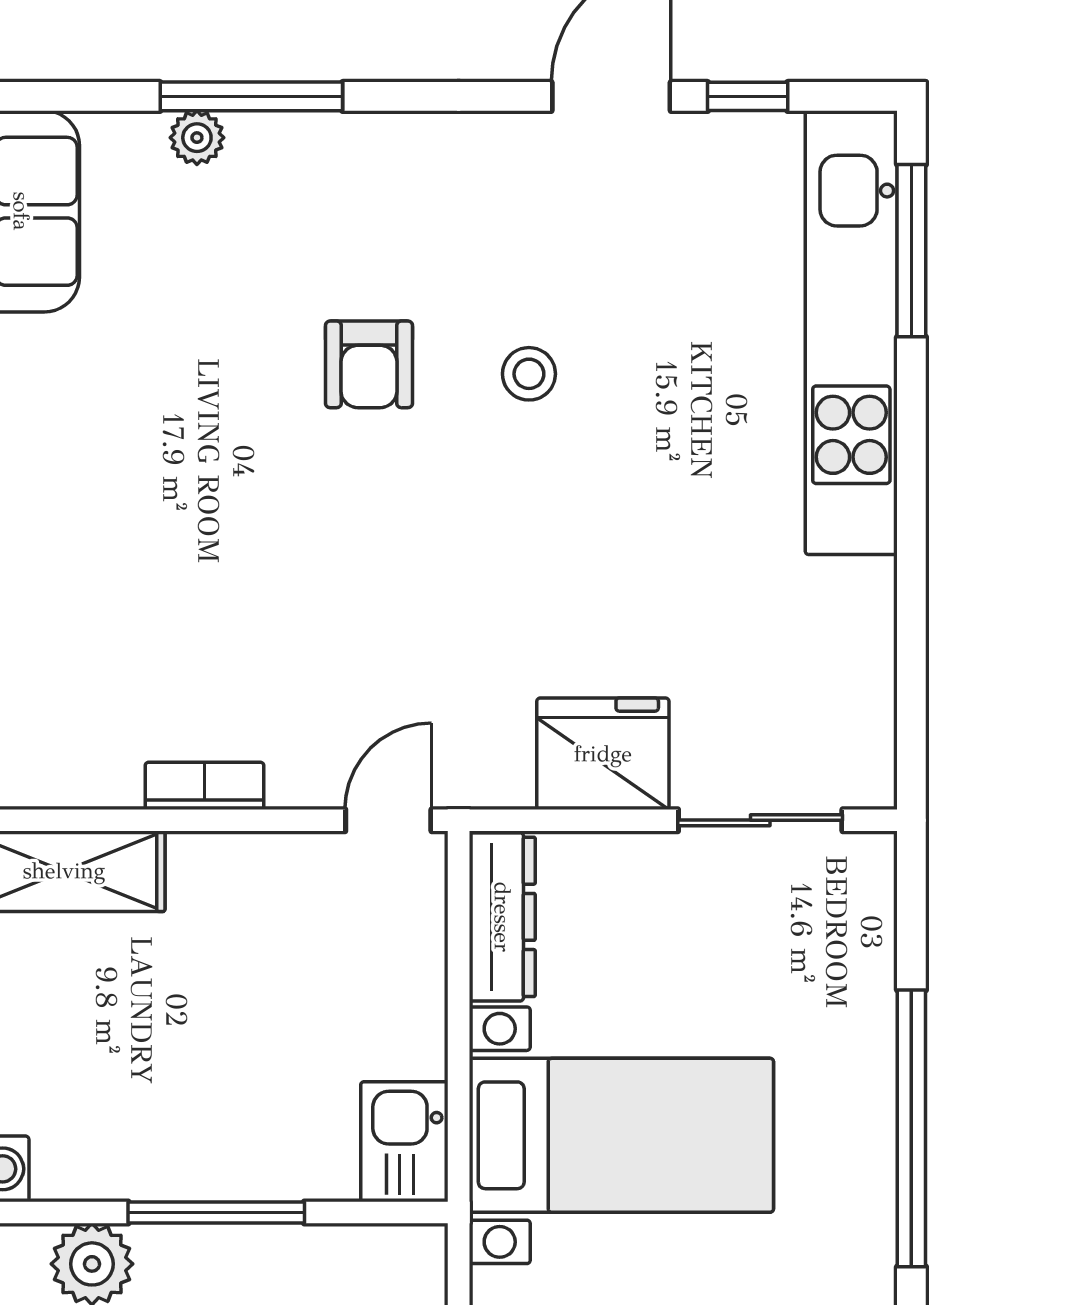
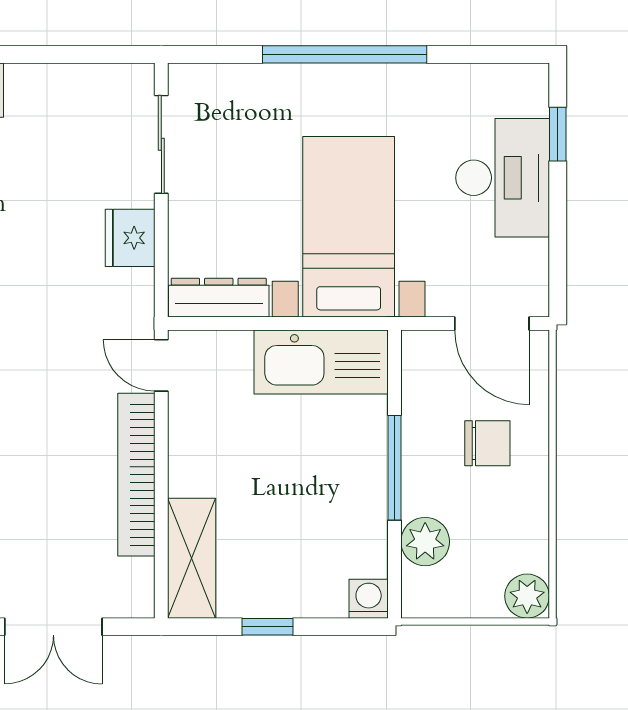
fridge: (603, 754) -> (130, 238), width x0.73, depth x0.75
bookcase: (204, 786) -> (136, 475), width x2.31, depth x1.31
kitchen sink: (404, 1142) -> (321, 362), width x1.87, depth x1.24

